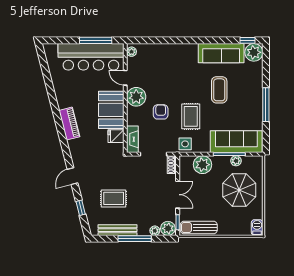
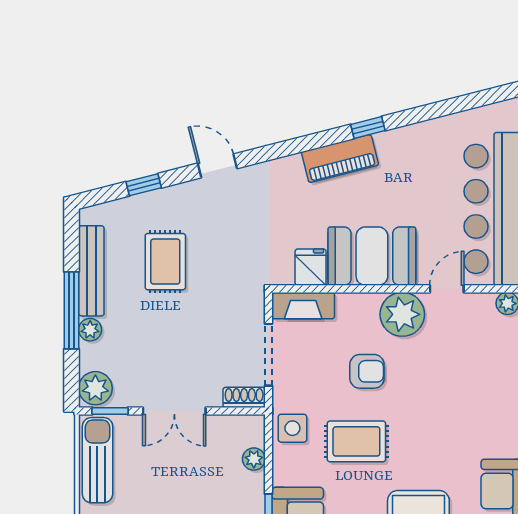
window: (56, 112) -> (368, 128), added
plant: (202, 165) -> (254, 459), width x0.53, depth x0.53
plant: (155, 231) -> (90, 330), moved

